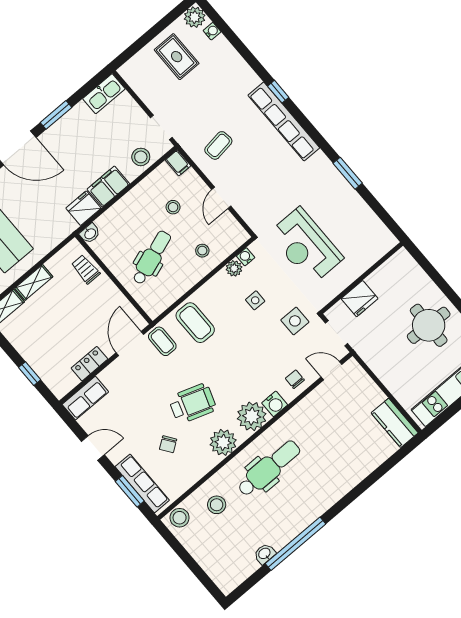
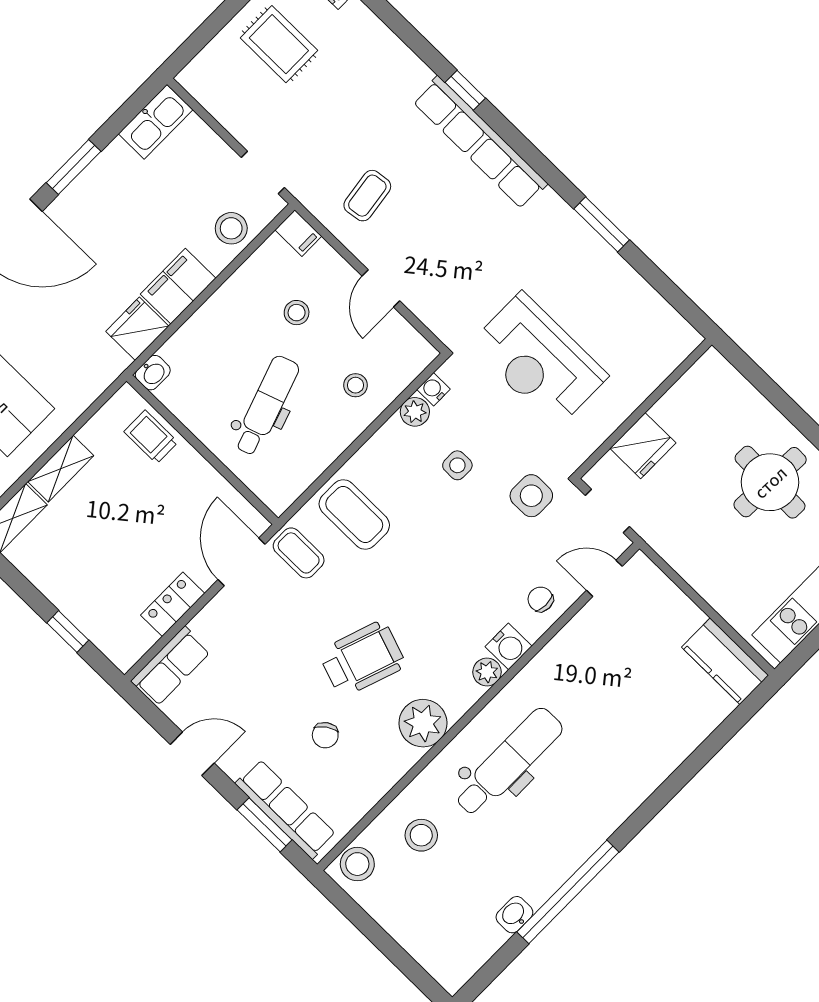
plant: (252, 416) -> (487, 672), width x0.53, depth x0.53

